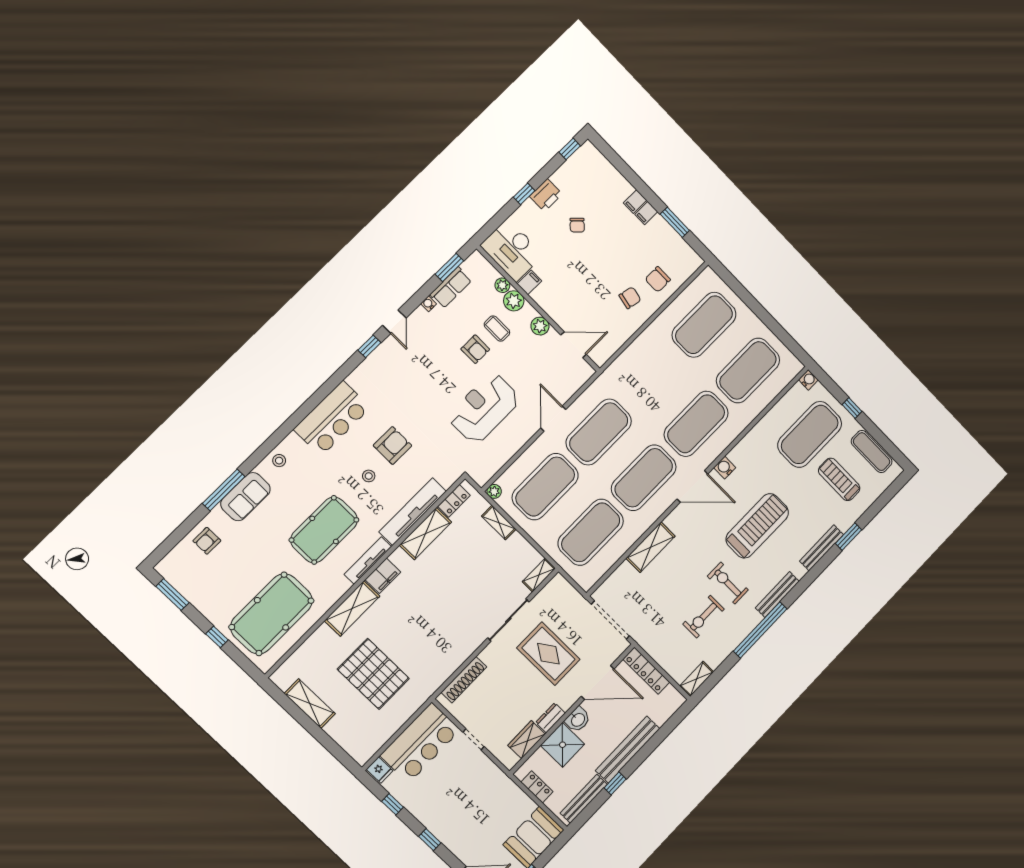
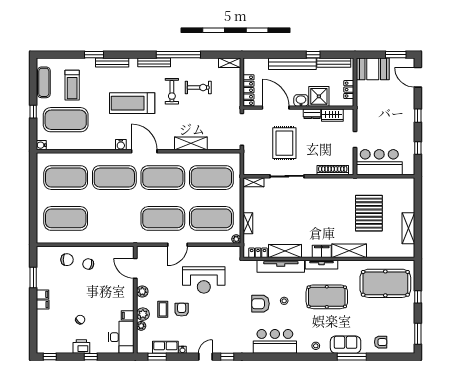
fridge: (380, 770) -> (408, 169), removed

